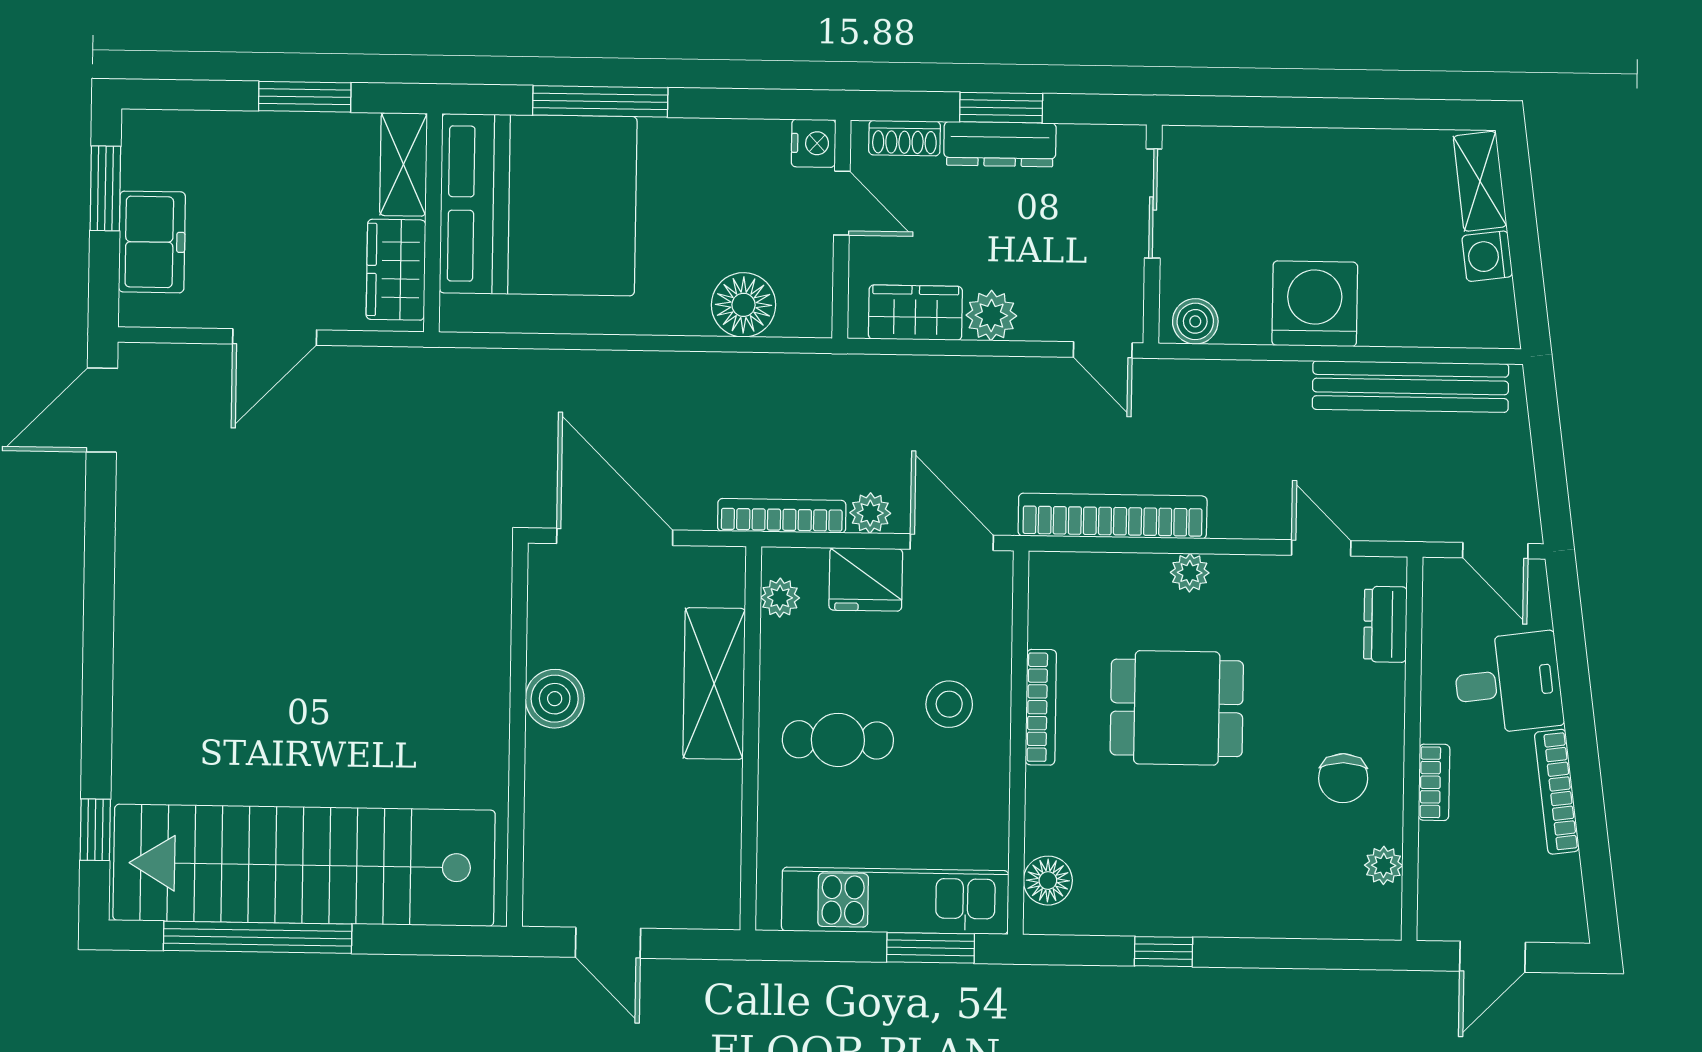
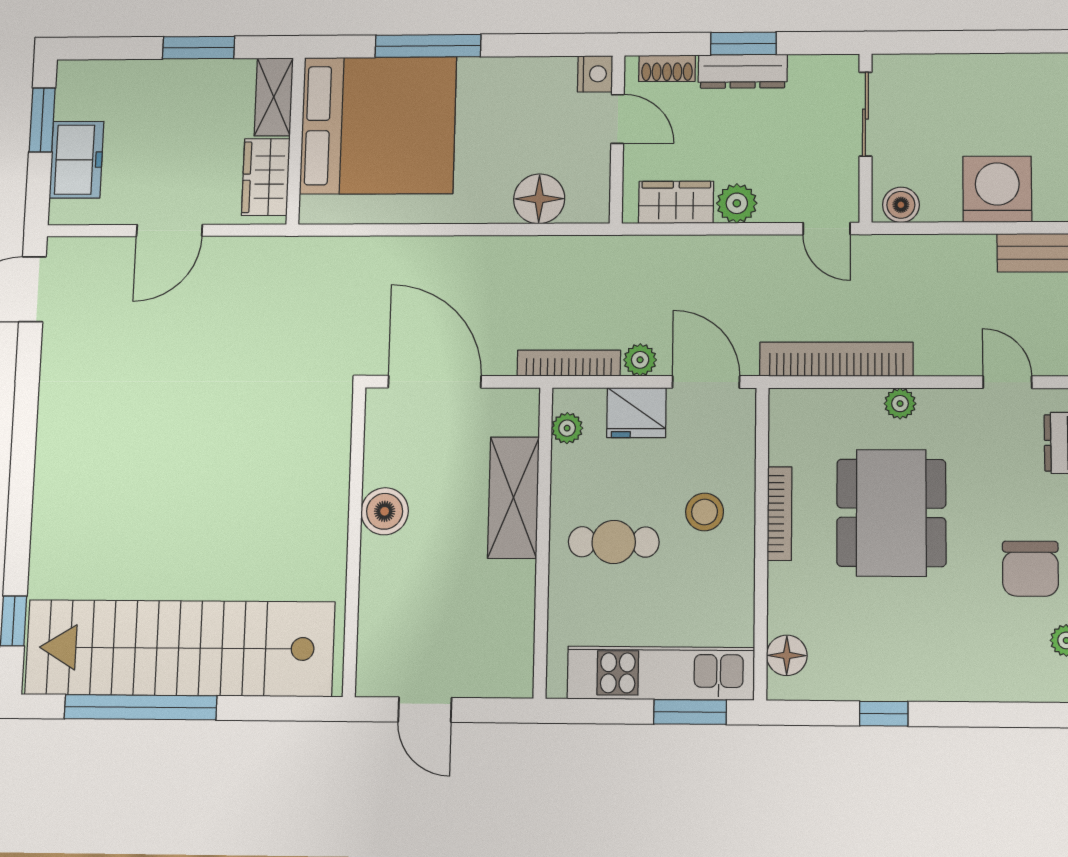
dining table: (1177, 708) -> (891, 513), width x1.38
chair: (1343, 778) -> (1030, 569), width x1.37, depth x1.37

